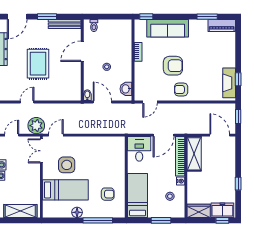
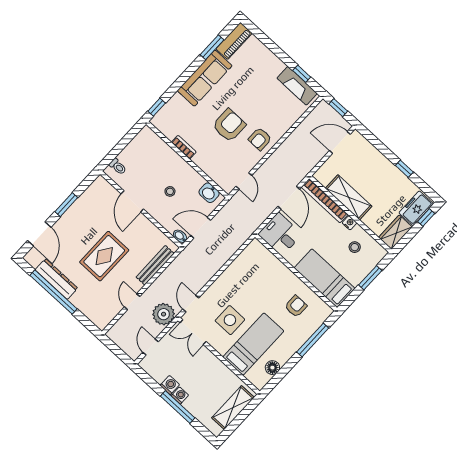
bench: (65, 24) -> (155, 265), moved
sofa: (168, 28) -> (205, 78), moved
rug: (38, 64) -> (104, 256), turned 90
shelving: (194, 154) -> (349, 197), moved
floor lamp: (77, 212) -> (272, 368), moved

